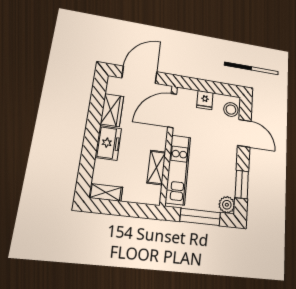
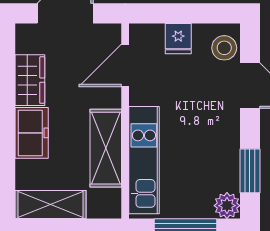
door: (172, 111) -> (125, 65), width x0.73
shelving: (156, 167) -> (106, 148), width x1.50, depth x1.33
shelving: (106, 193) -> (50, 204), width x1.50, depth x1.33

